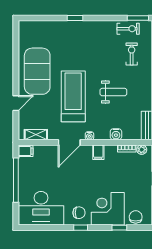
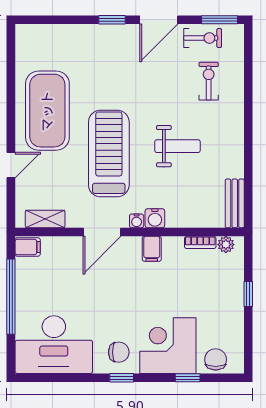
door: (102, 18) -> (159, 20), added
water cooler: (116, 134) -> (155, 218), moved

